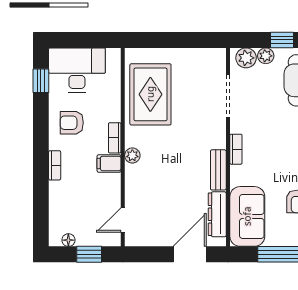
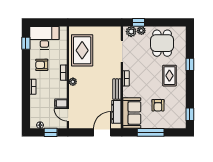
window: (282, 40) -> (138, 22), moved
filing cabinet: (109, 163) -> (61, 103), moved
door: (123, 220) -> (68, 115), hinge flipped

